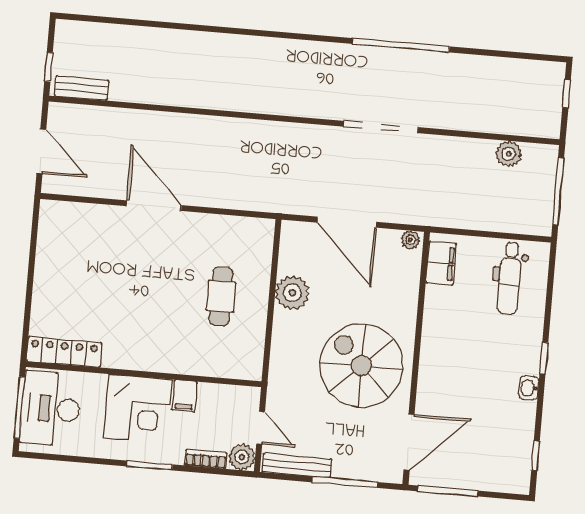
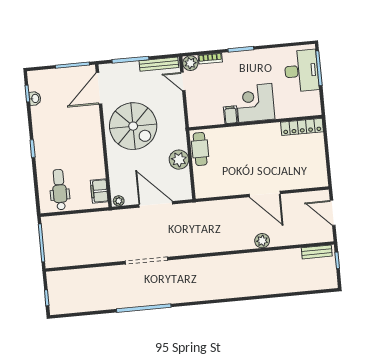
plant: (509, 154) -> (262, 241), moved
cafe table: (221, 296) -> (200, 149), moved
locker: (64, 352) -> (302, 127), moved
wall: (144, 374) -> (255, 123), moved
washbasin: (529, 388) -> (35, 98), moved
filing cabinet: (184, 396) -> (231, 115), moved
corner desk: (138, 409) -> (255, 103), moved

